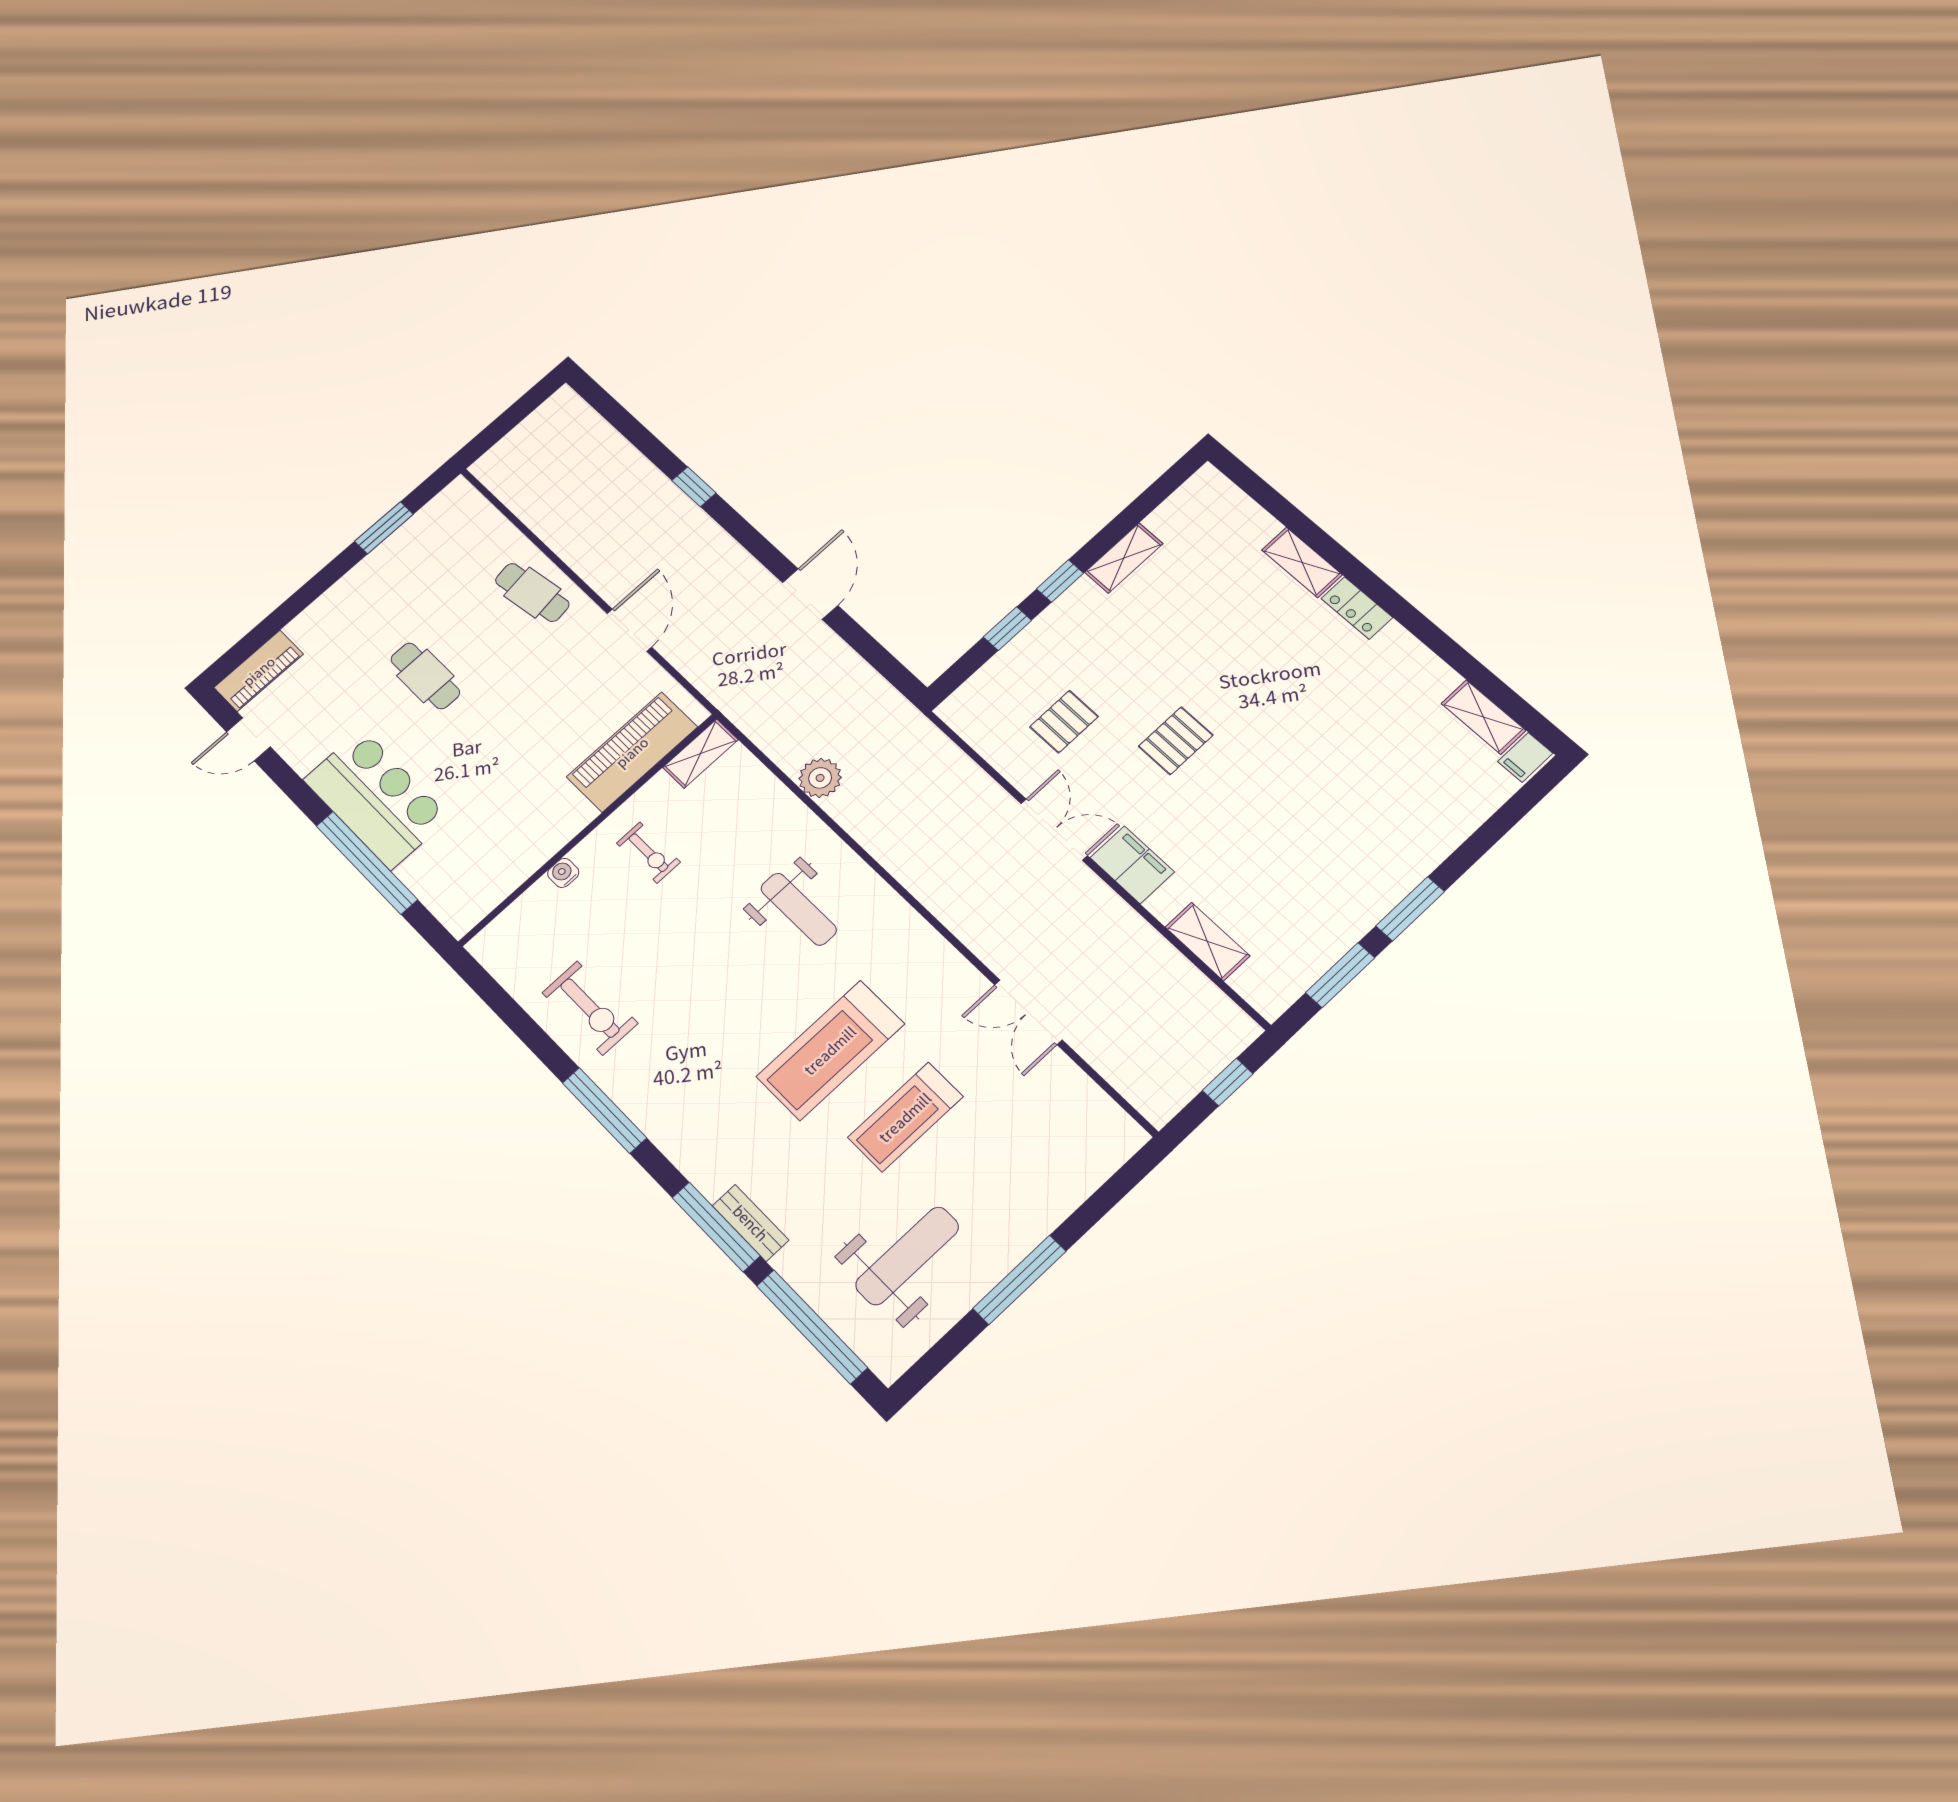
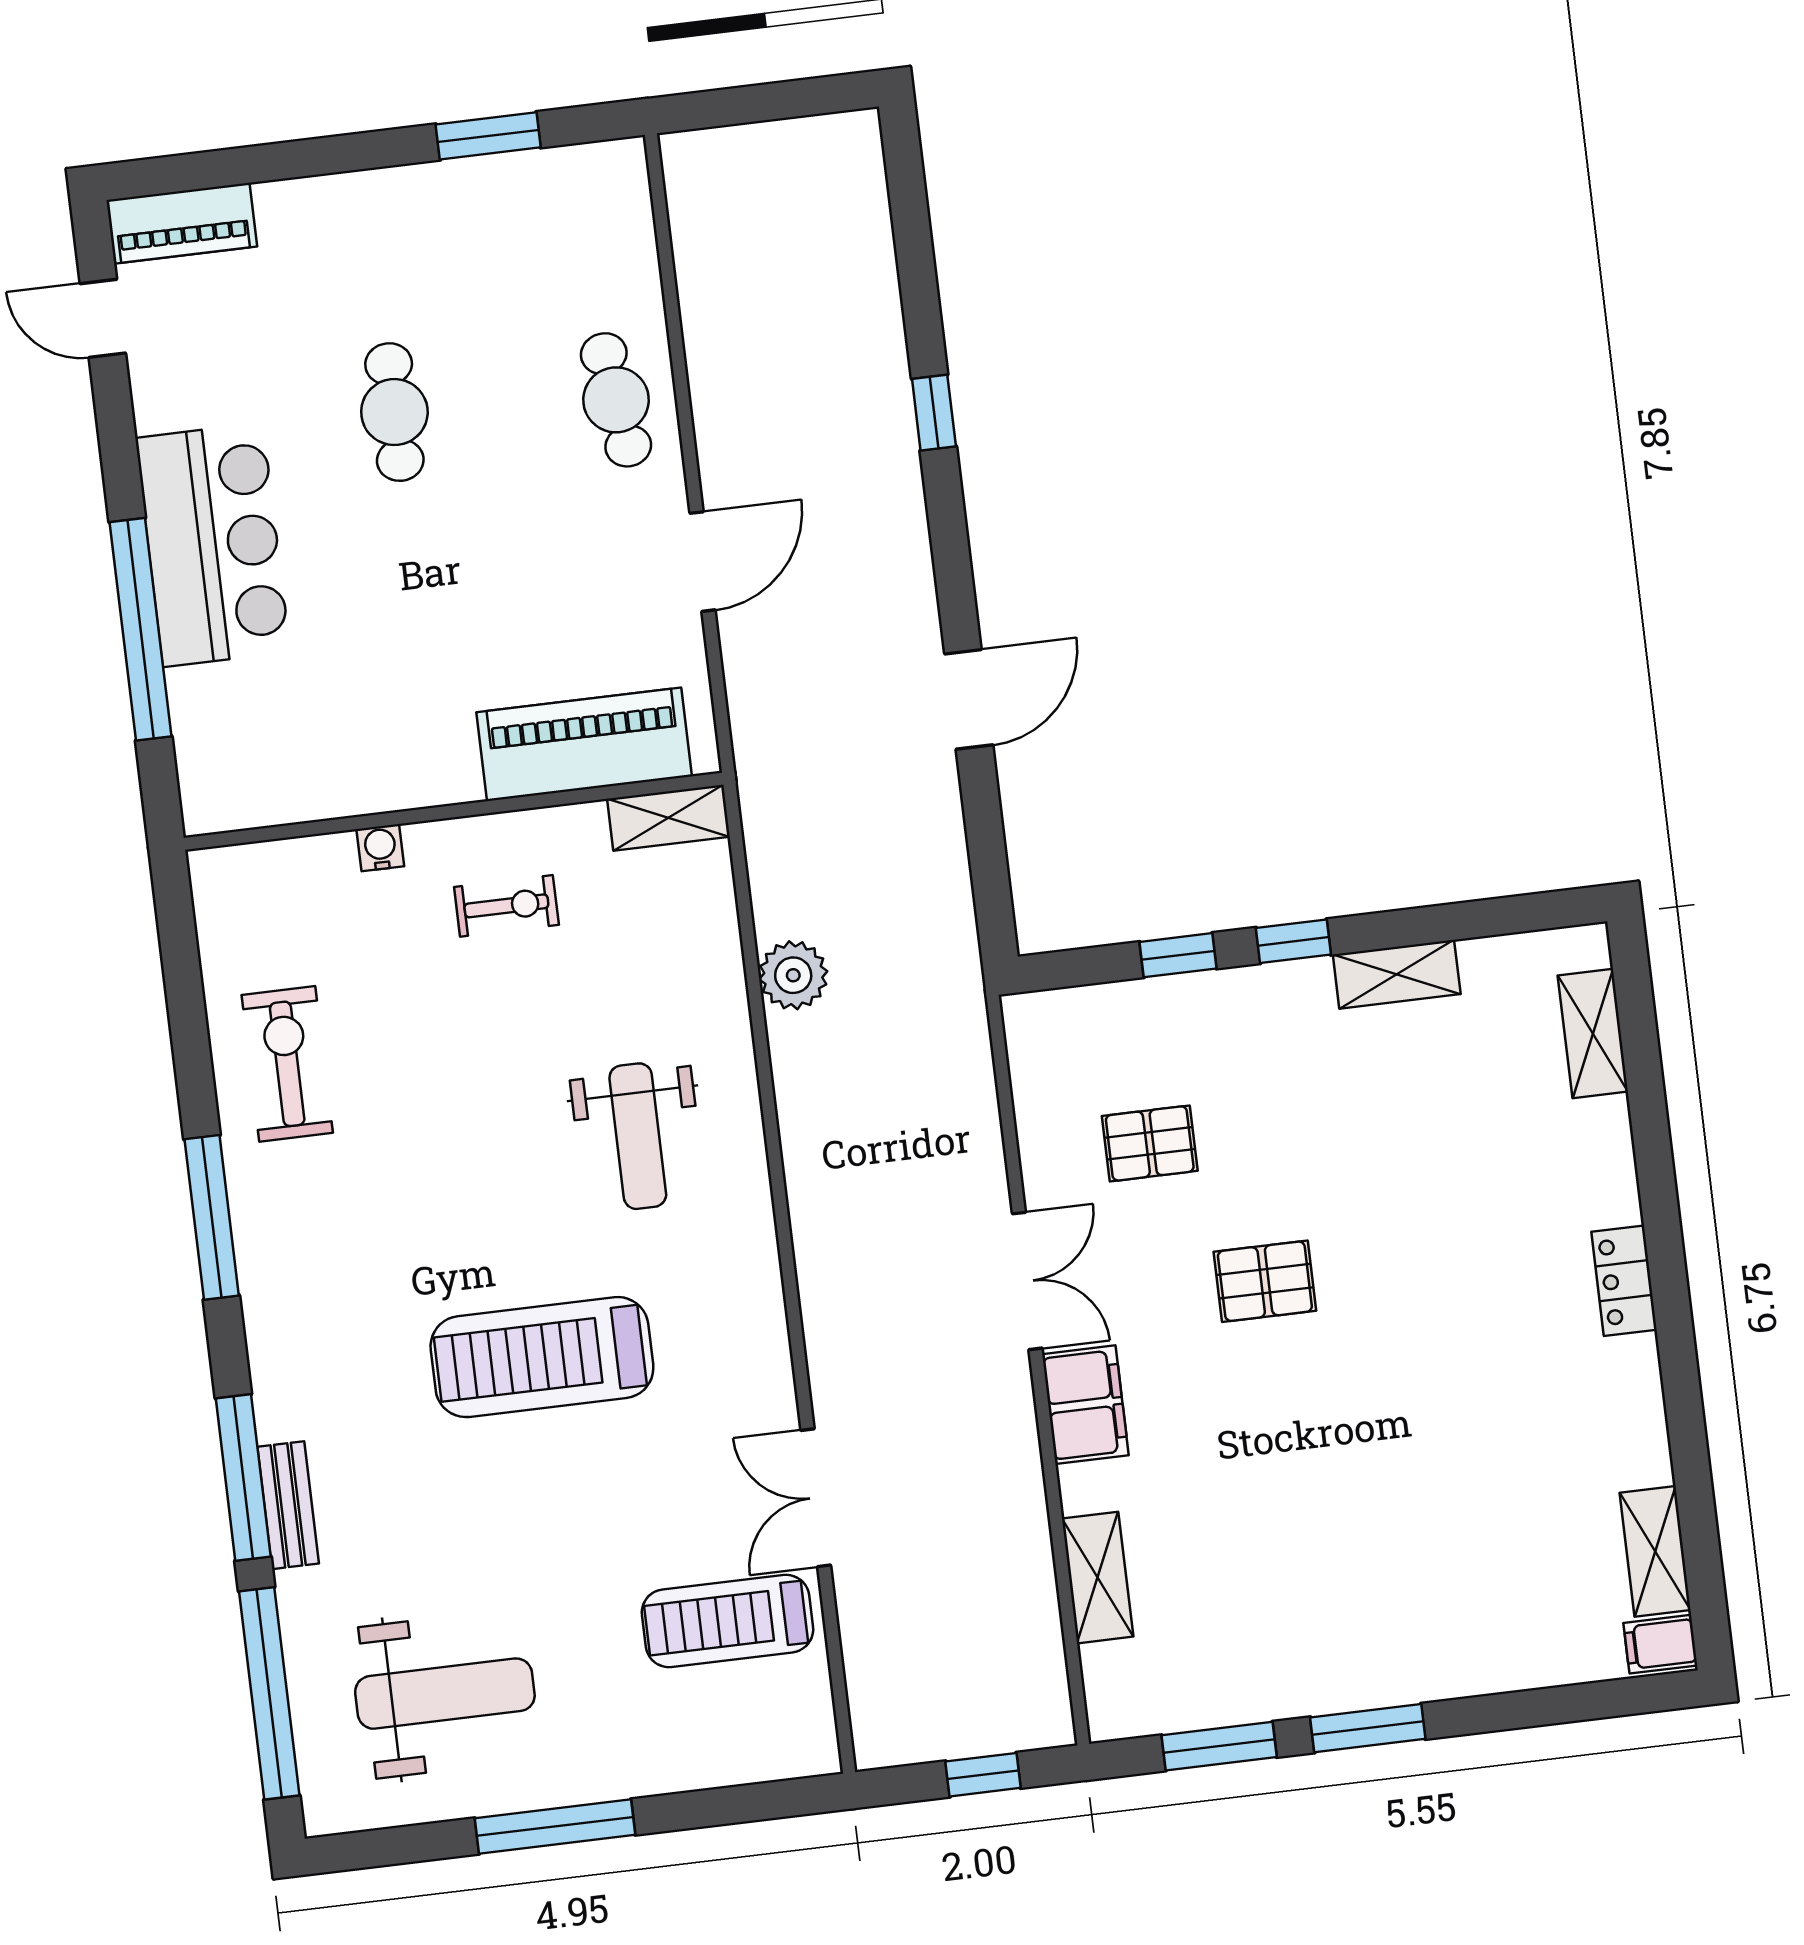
shelving: (1302, 562) -> (1593, 1034), moved
exercise bike: (648, 853) -> (506, 906), turned -90
exercise bike: (590, 1008) -> (287, 1064), turned 180
treadmill: (905, 1117) -> (727, 1621), moved

